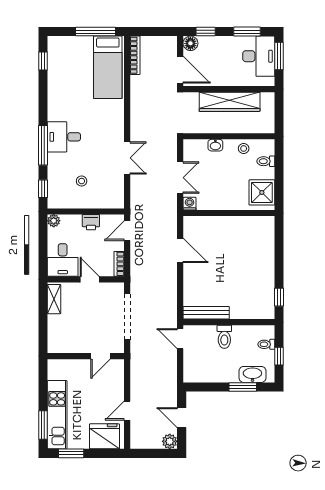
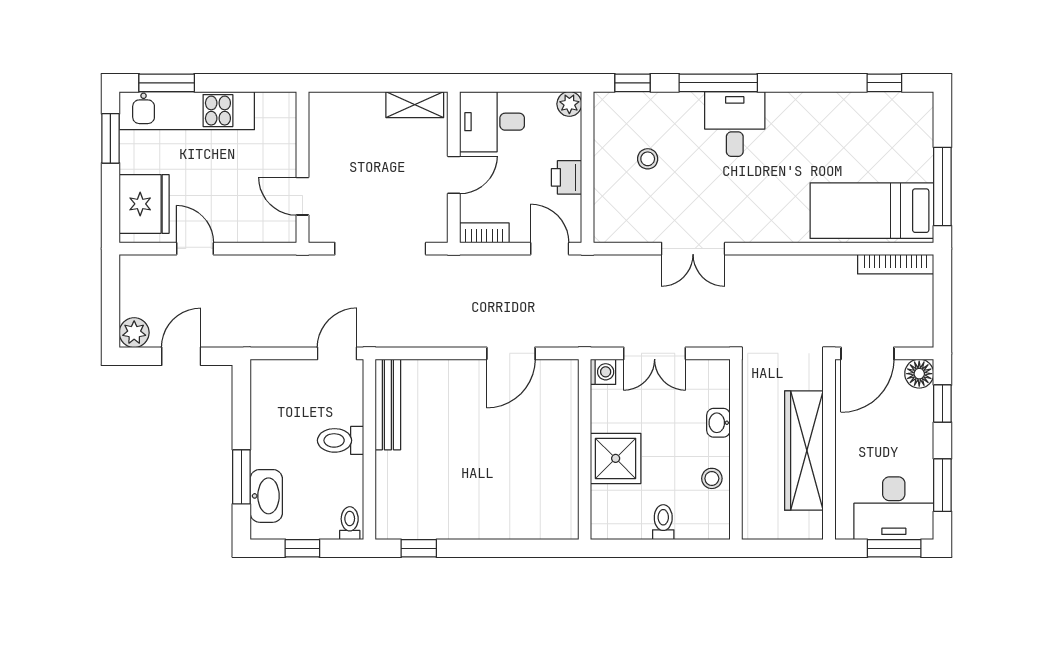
toilet: (266, 161) -> (663, 522), moved
shower: (262, 192) -> (616, 458), moved
toilet: (266, 344) -> (350, 523), moved

